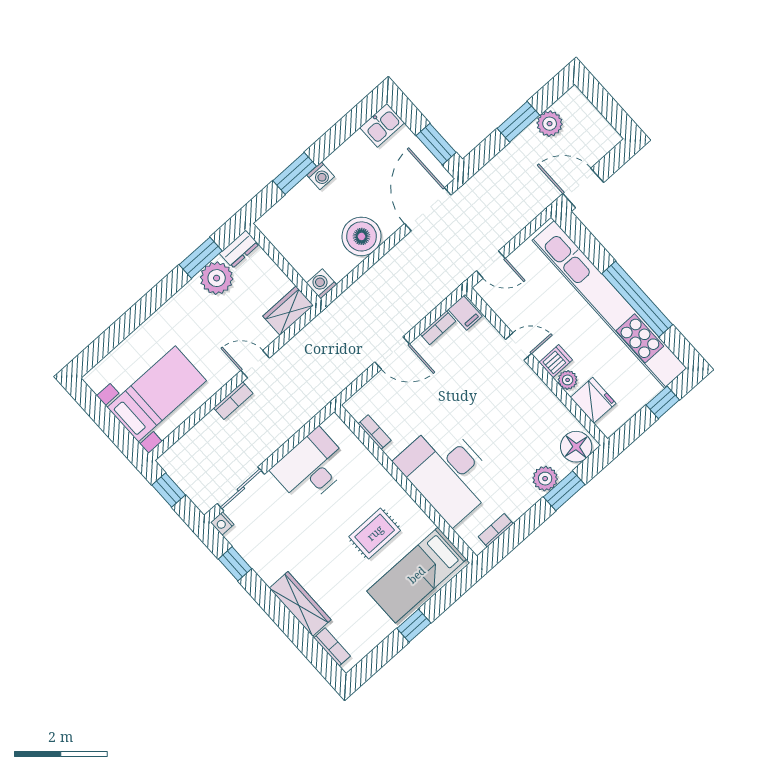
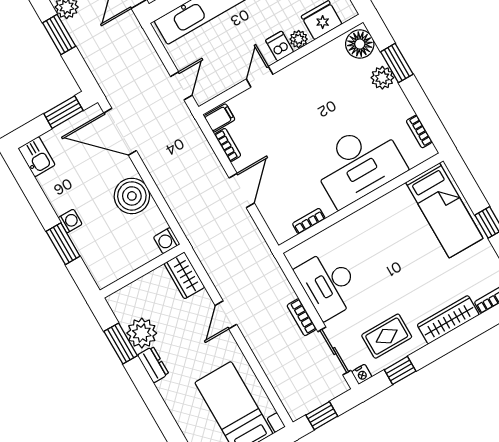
dresser: (239, 249) -> (153, 365), moved
bookcase: (233, 401) -> (302, 317), moved, turned 180
rug: (375, 533) -> (387, 336), moved, turned 90

